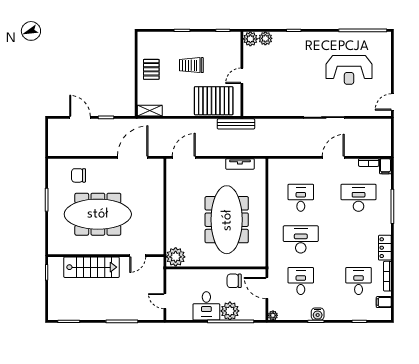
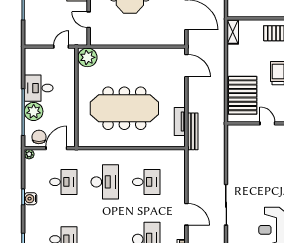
bench: (236, 124) -> (193, 131), moved
chair: (234, 281) -> (39, 137), moved
door: (165, 301) -> (61, 47), moved

